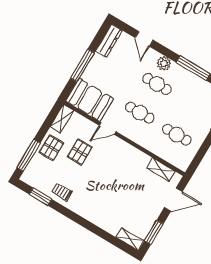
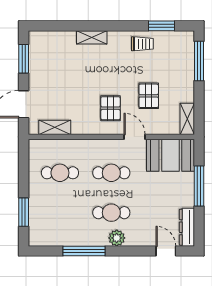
door: (144, 39) -> (166, 251), moved
door: (108, 128) -> (135, 137), hinge flipped
pallet: (51, 148) -> (110, 108), moved
shelving: (130, 239) -> (92, 37), moved

